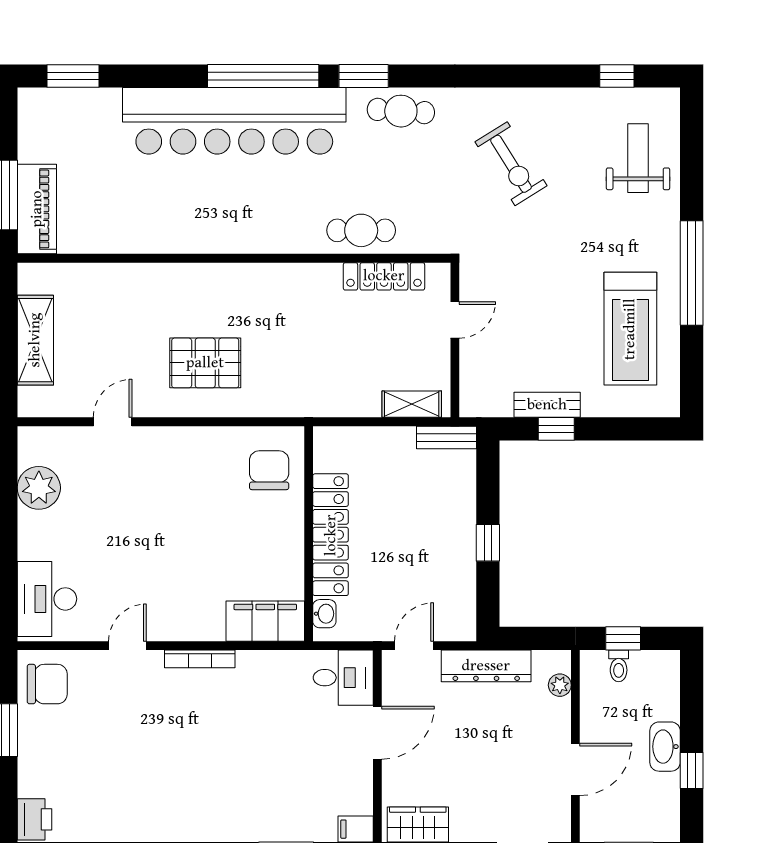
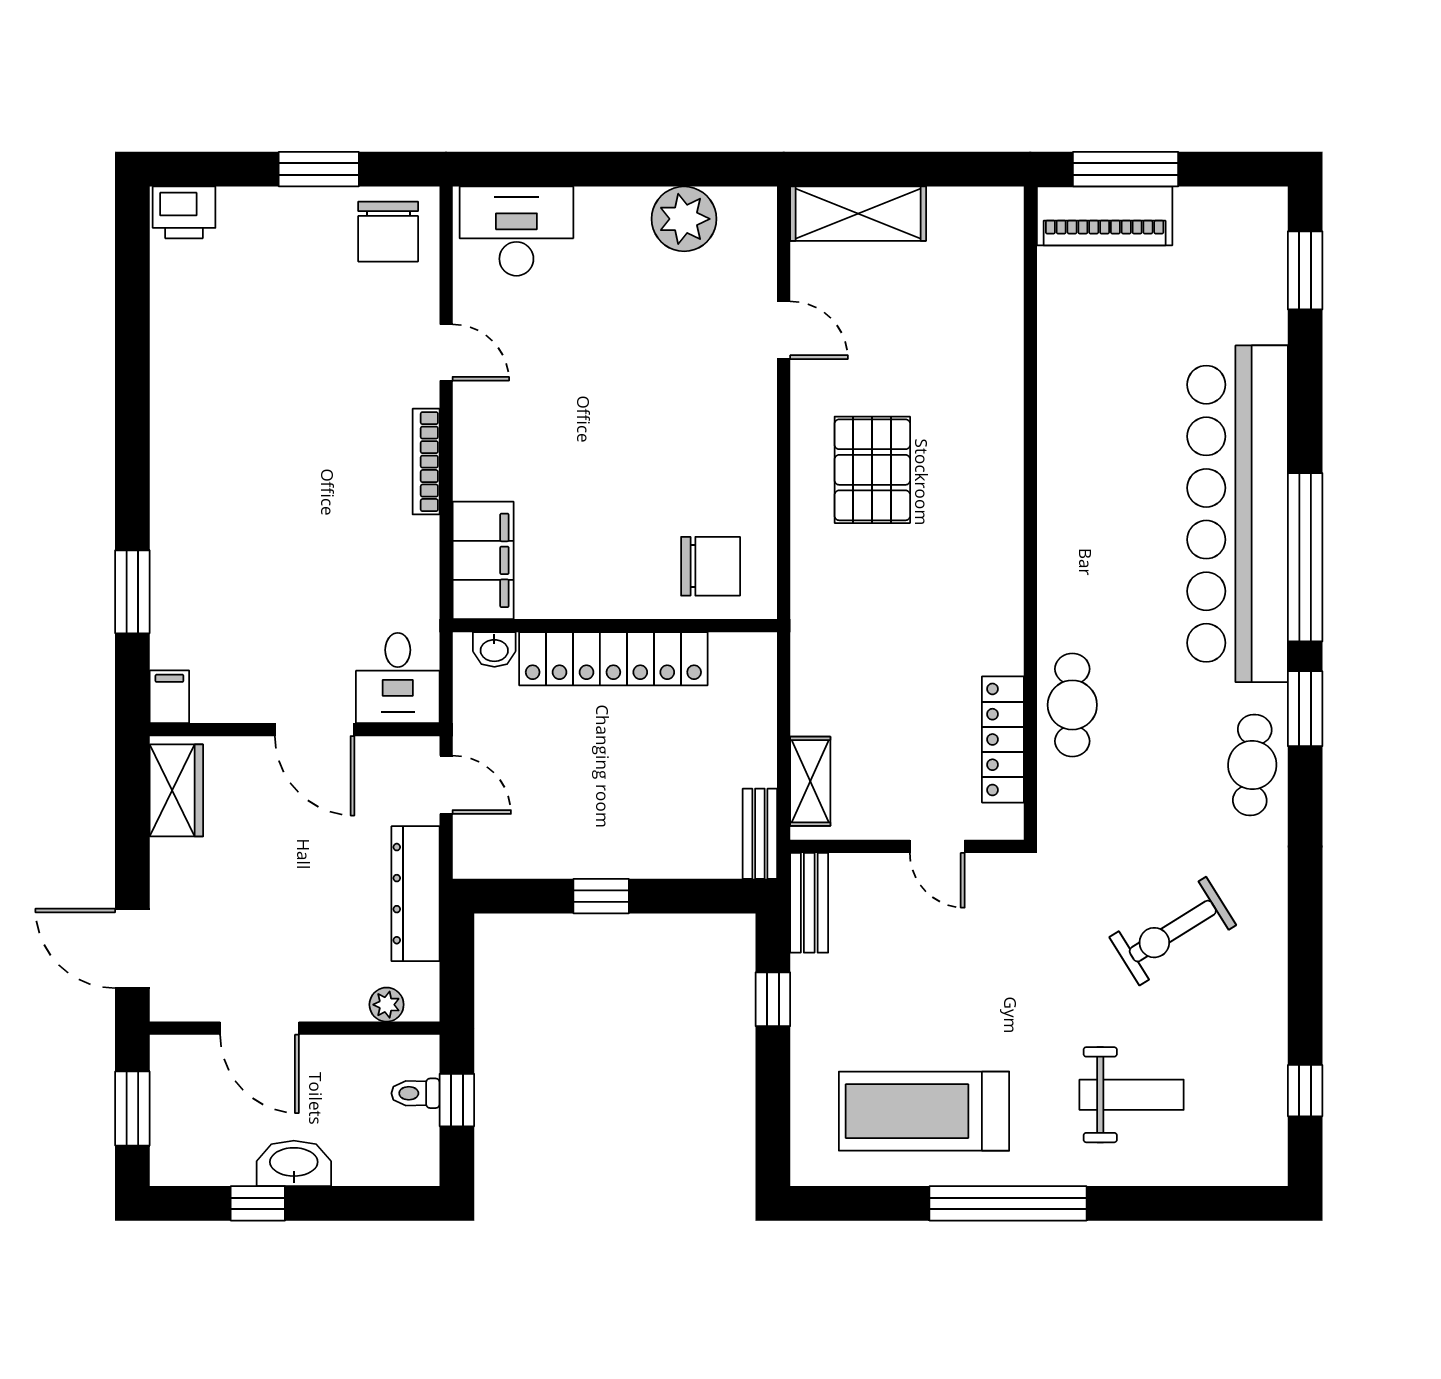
weight bench: (638, 158) -> (1132, 1095), moved
shelving: (35, 340) -> (858, 214), moved
bench: (547, 405) -> (809, 903), moved

